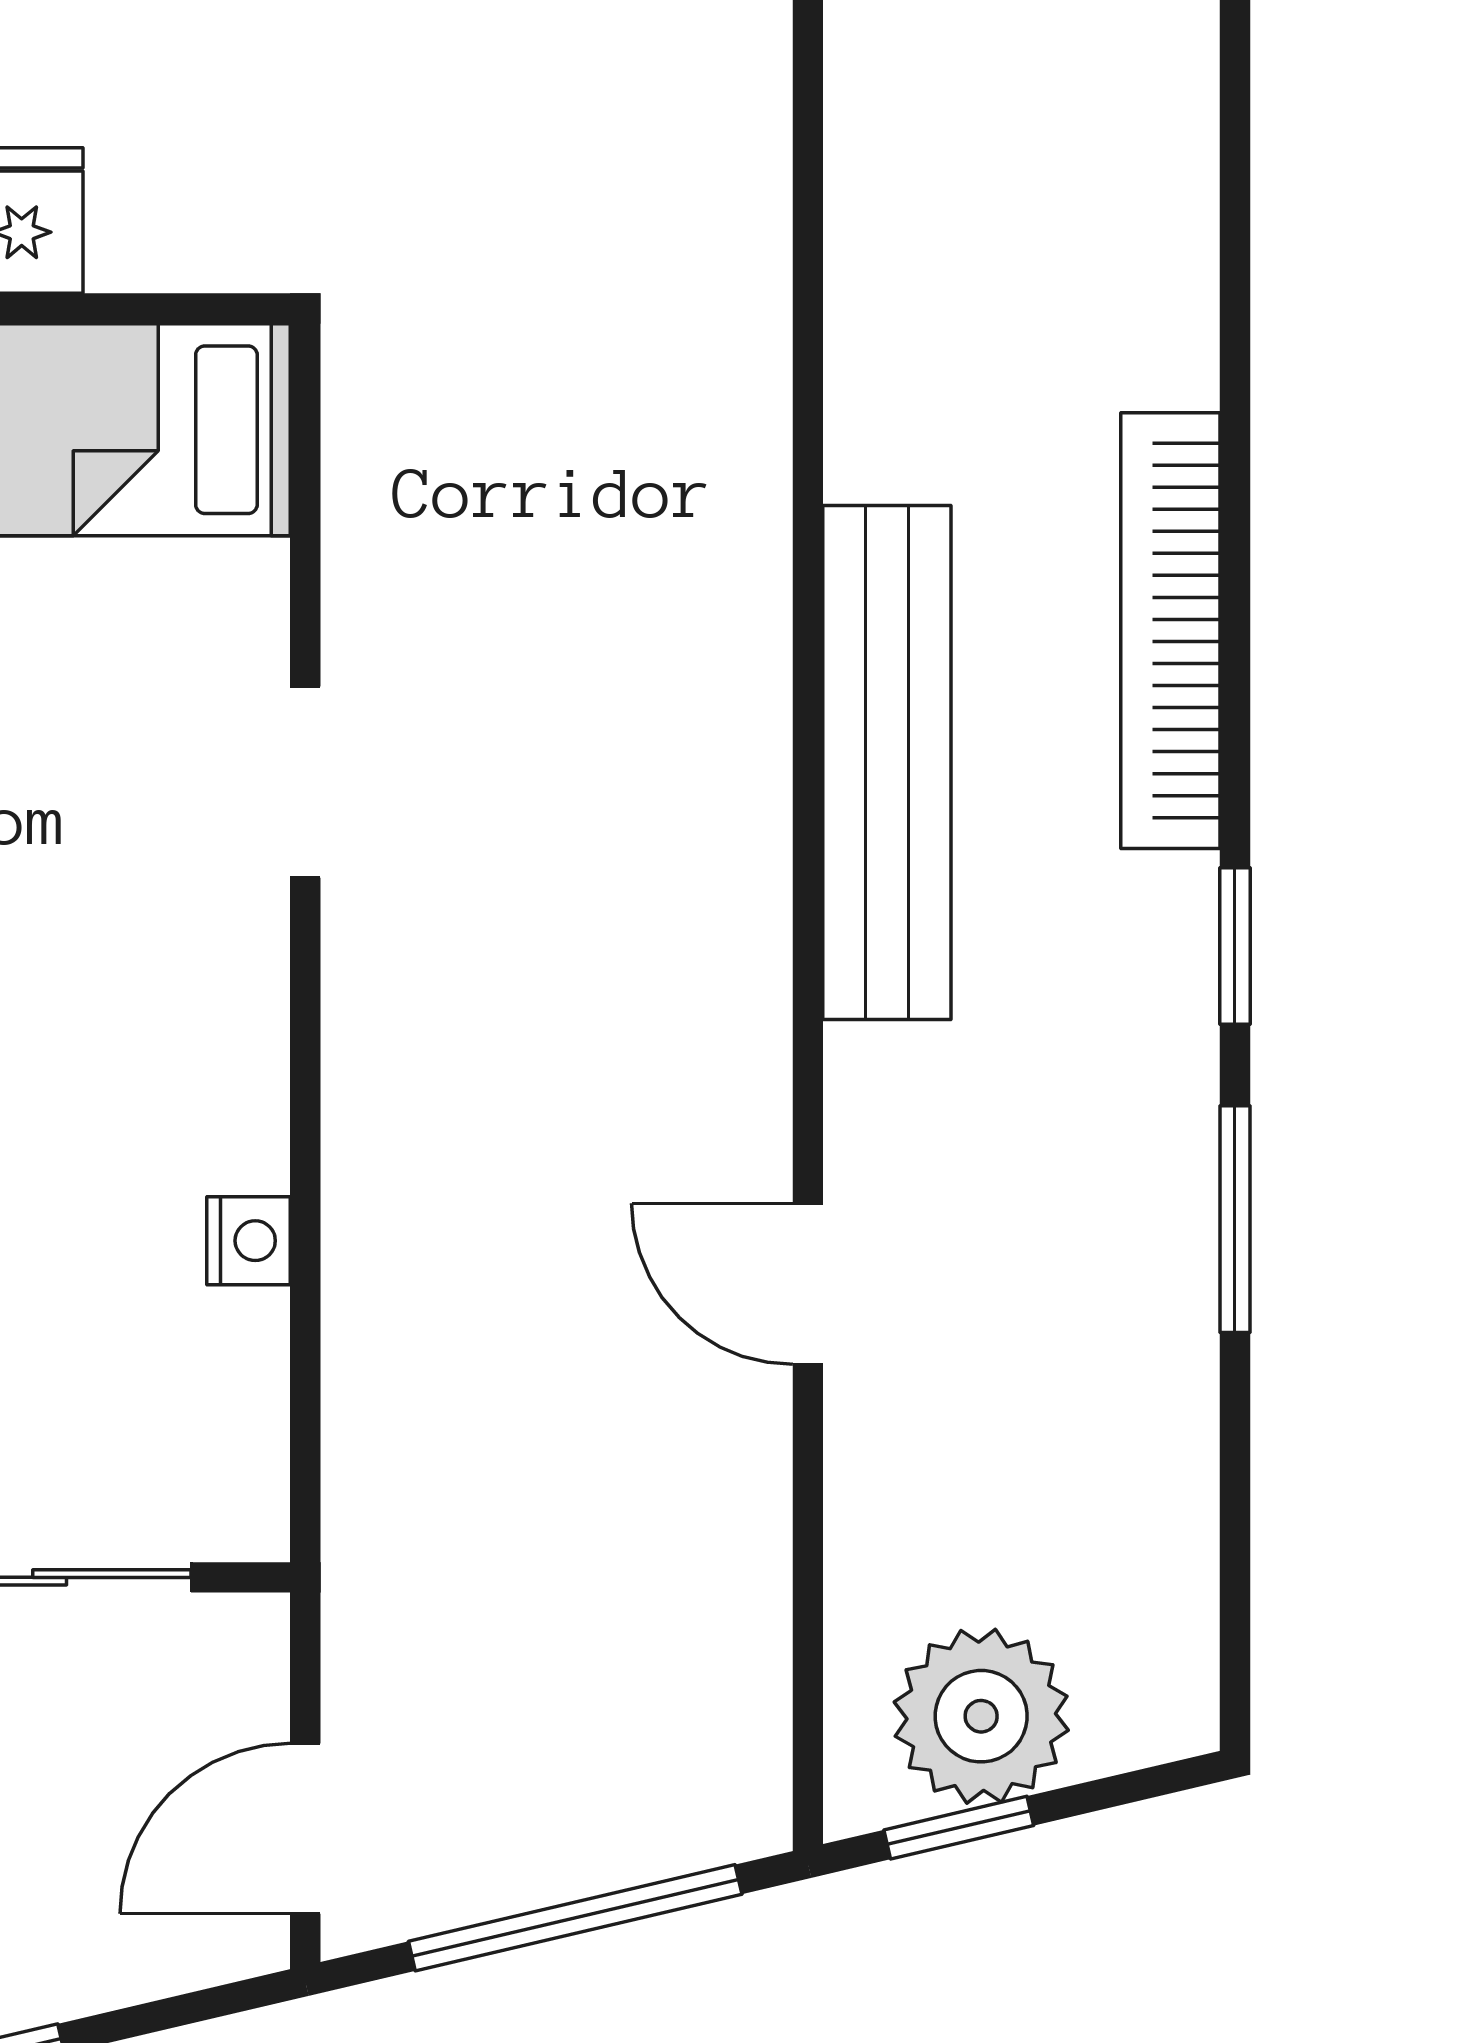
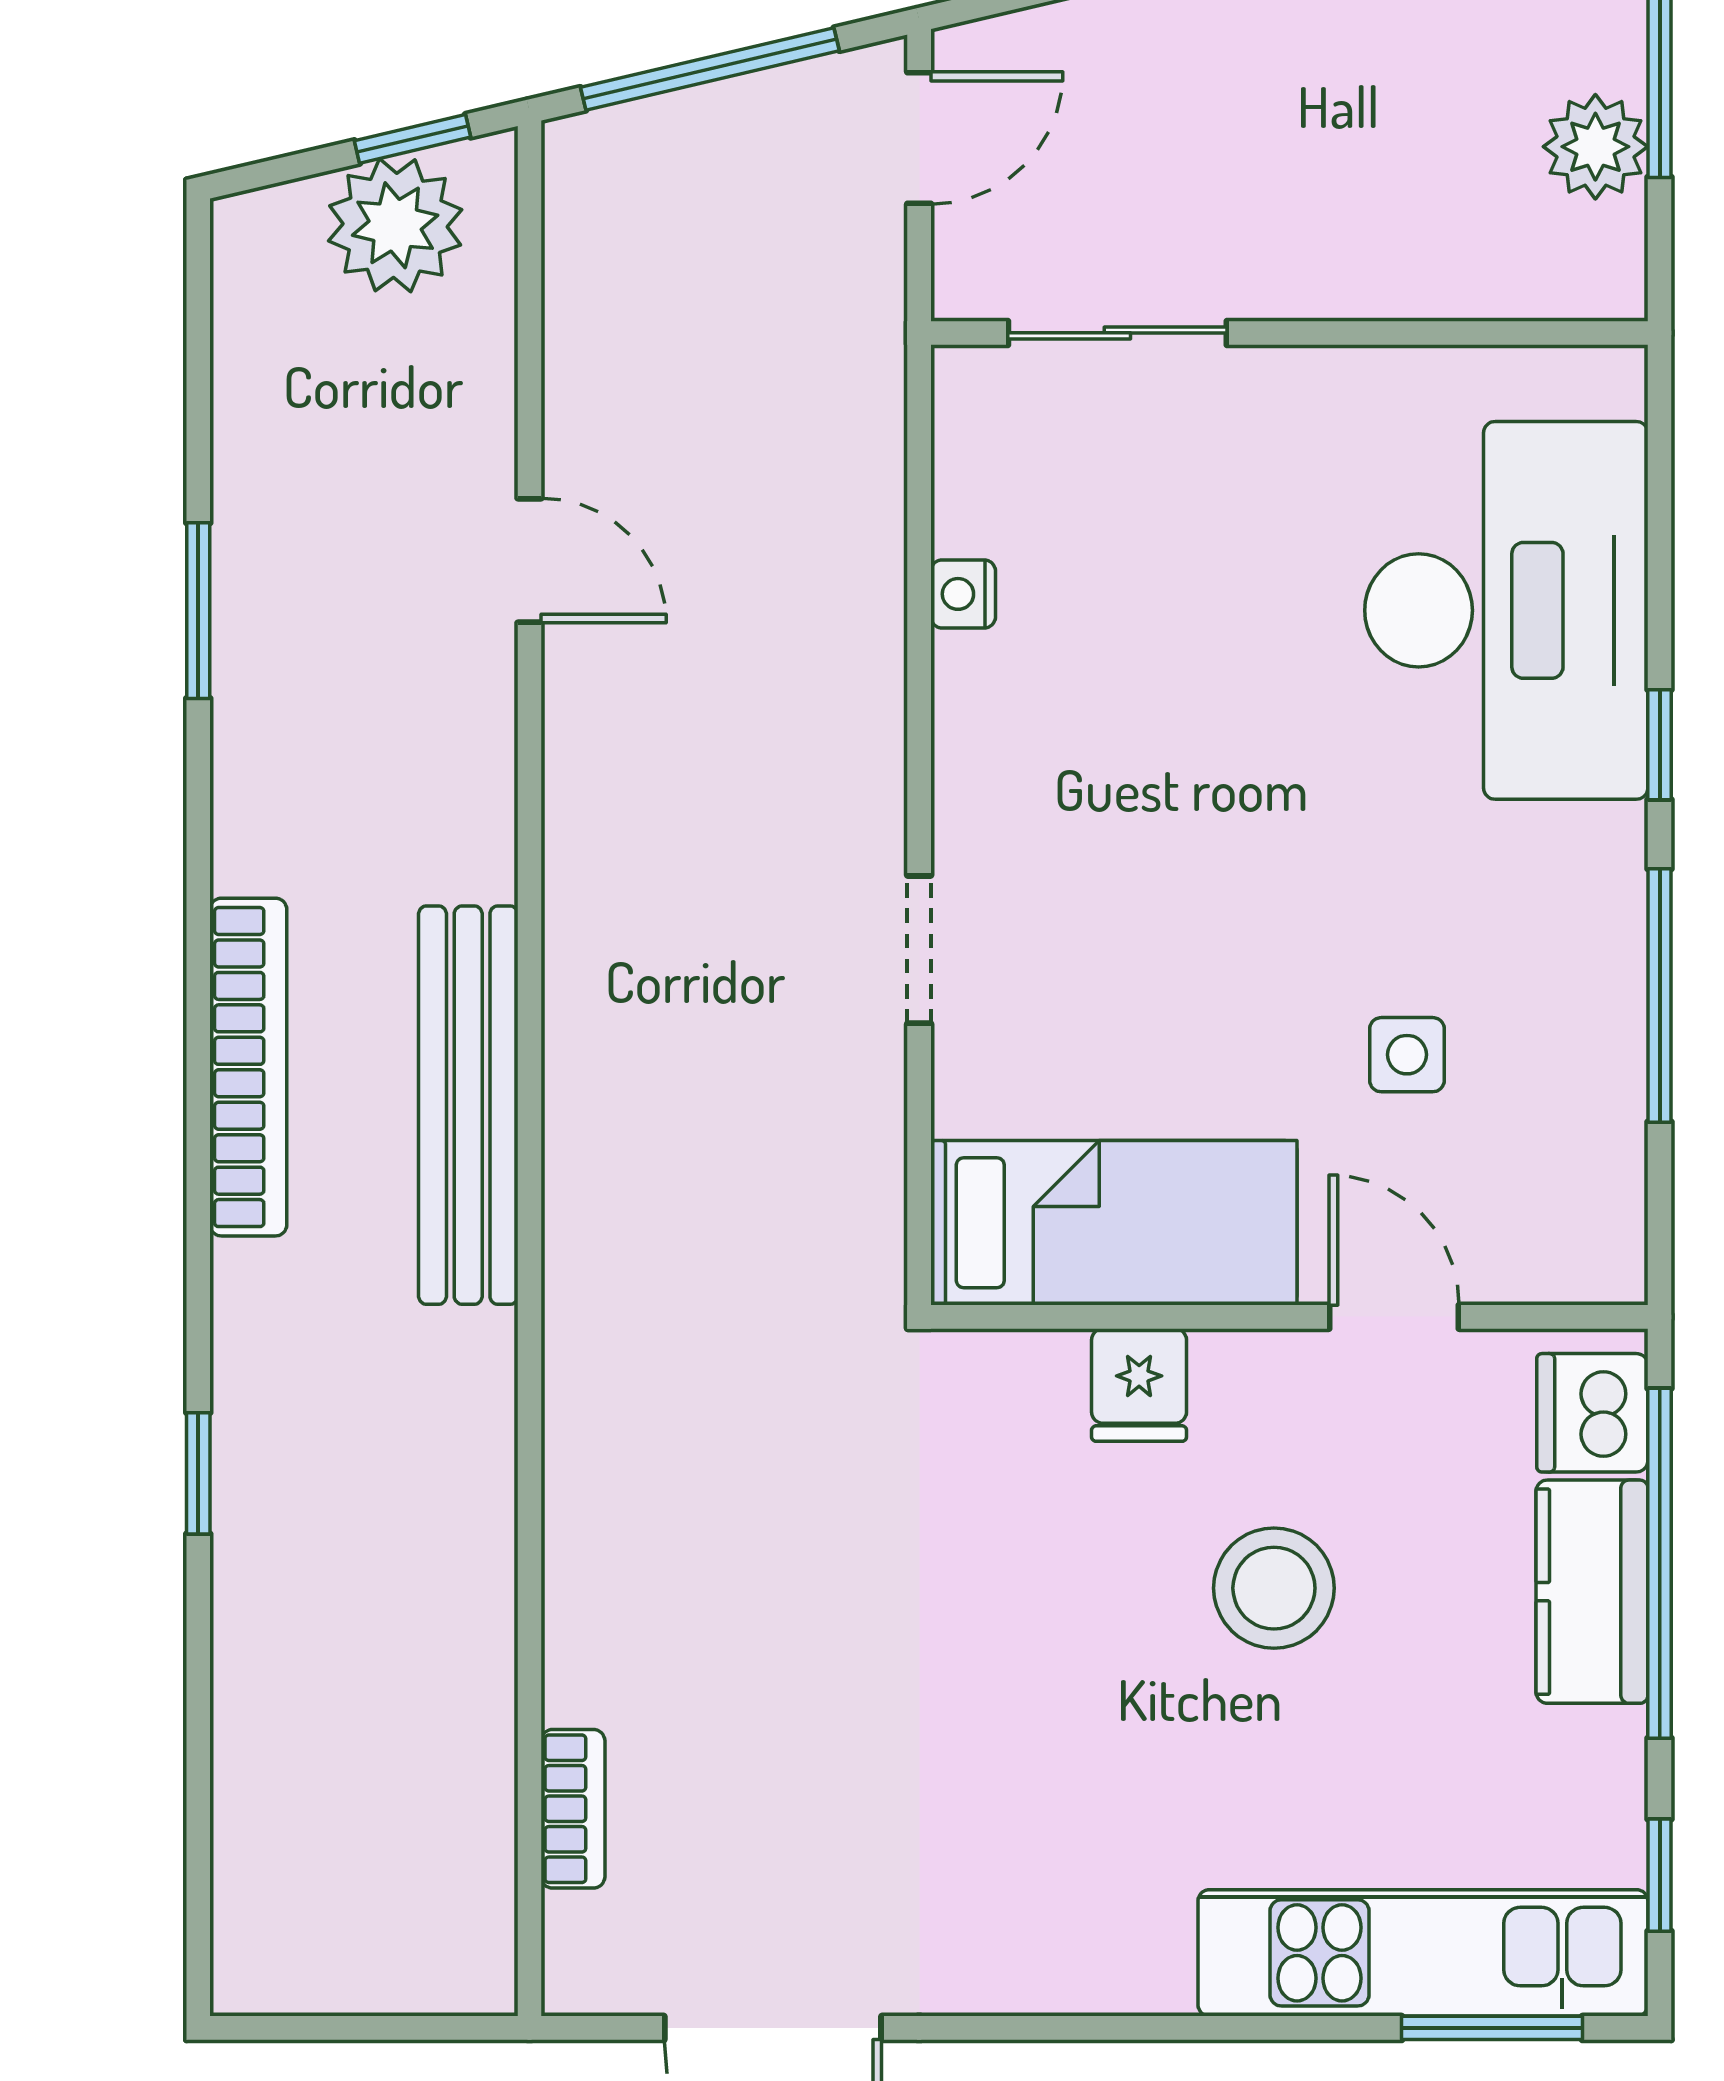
bench: (887, 763) -> (468, 1105), moved
window: (1235, 946) -> (198, 1473), moved

